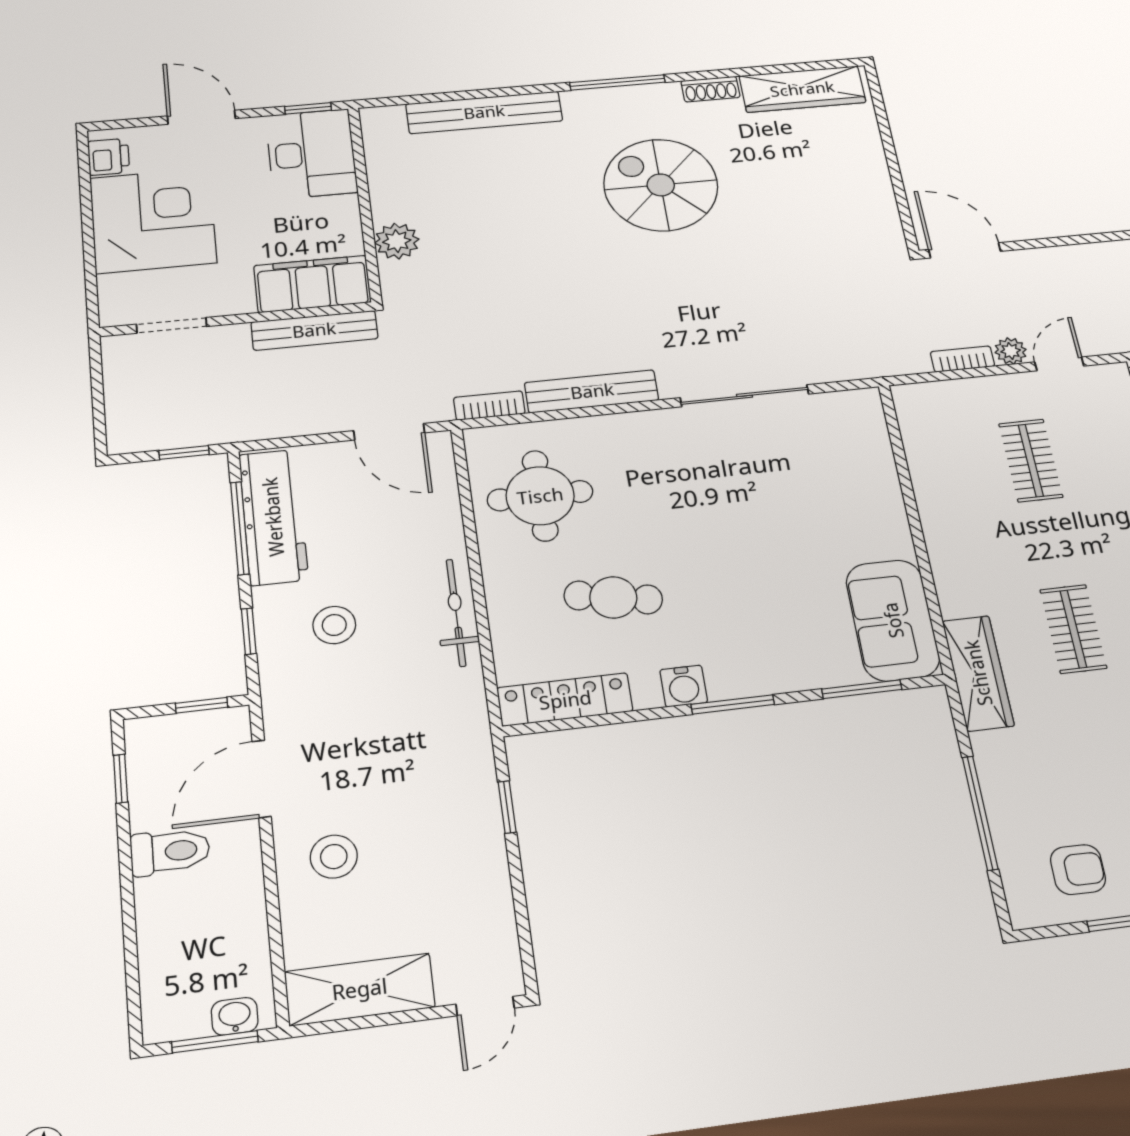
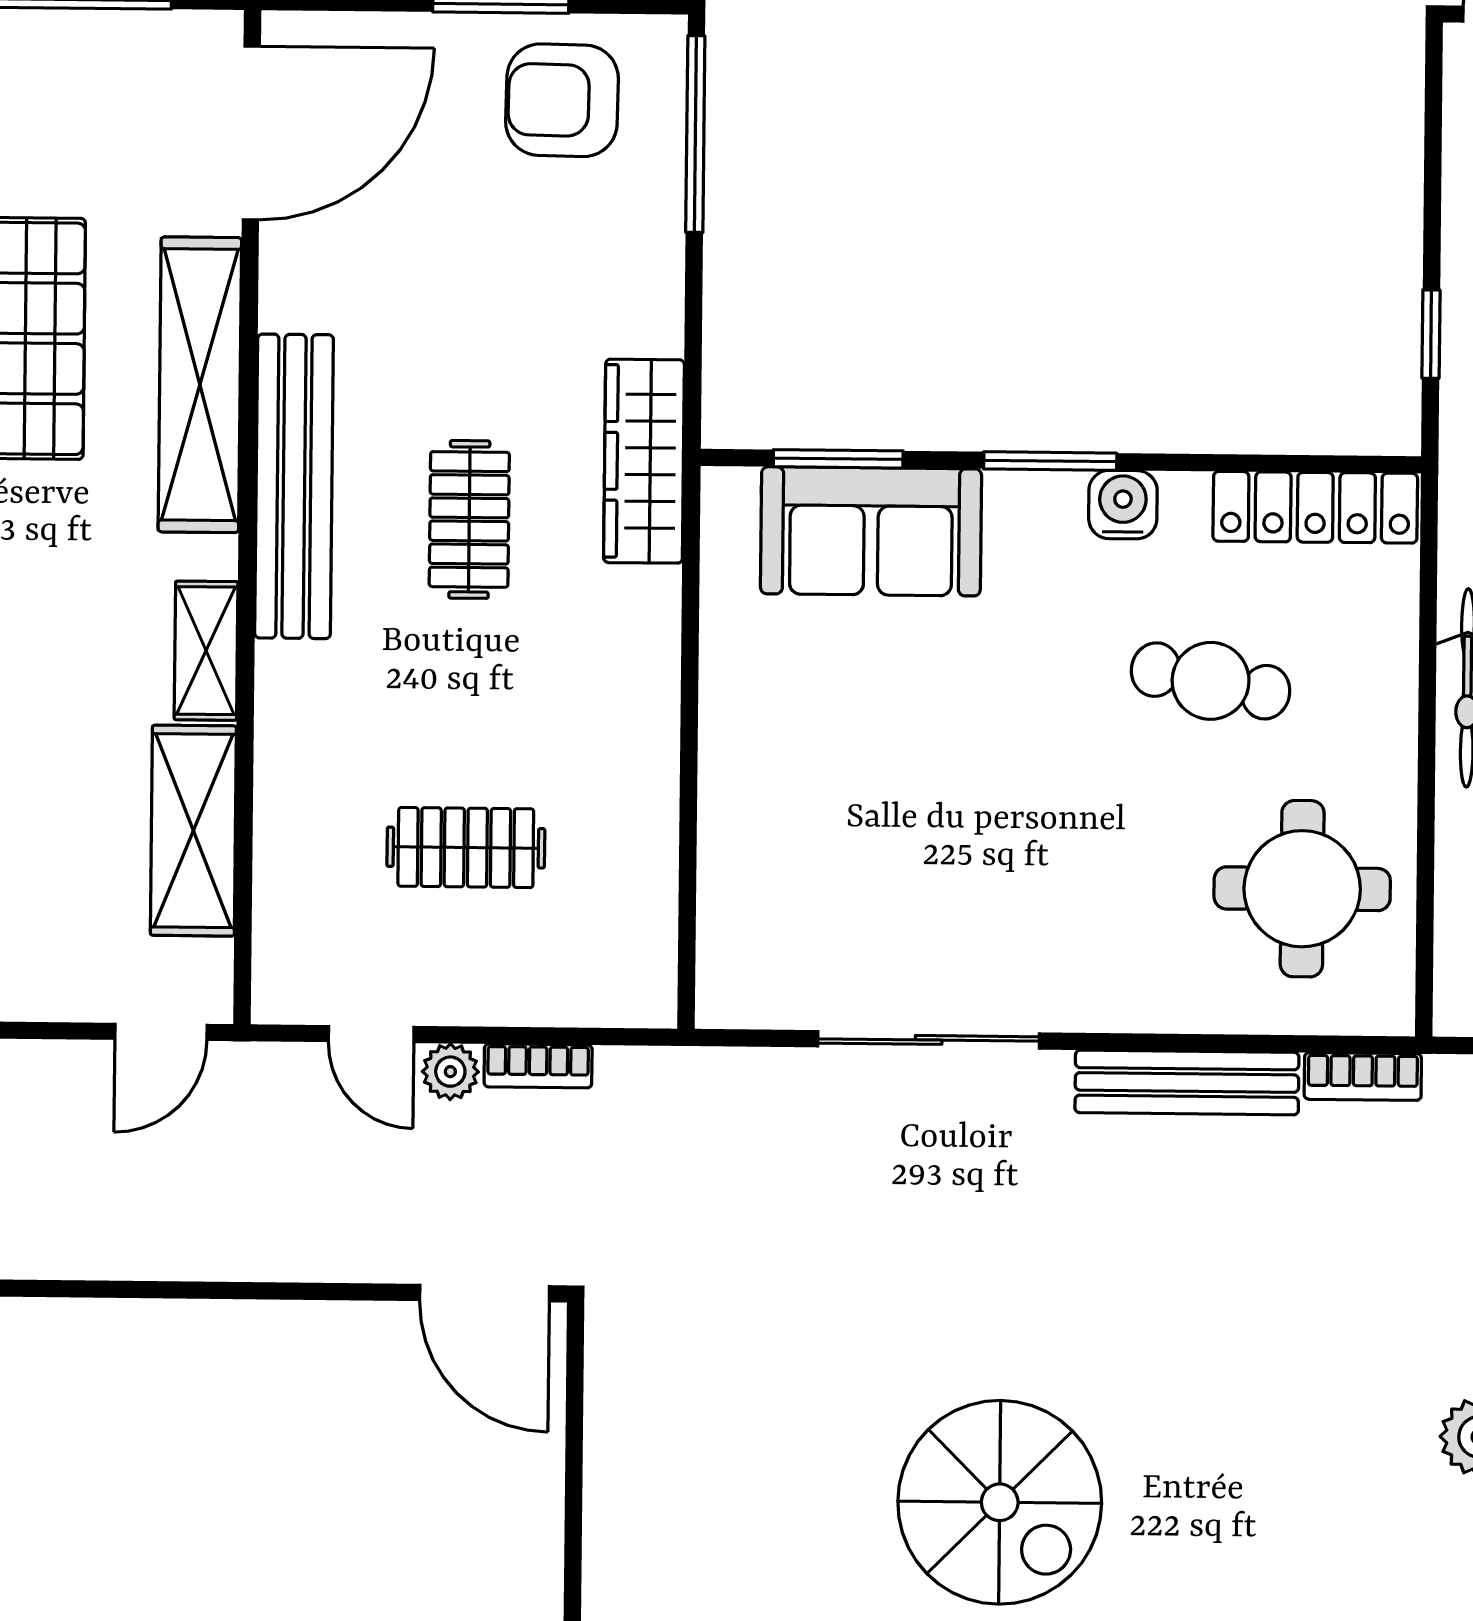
door: (1059, 364) -> (371, 1034), hinge flipped
clothes rail: (1031, 460) -> (466, 848), turned 90
sofa: (893, 620) -> (871, 531), moved, turned 90
window: (980, 813) -> (695, 134), moved
armchair: (1078, 870) -> (562, 100), width x1.38, depth x1.38

